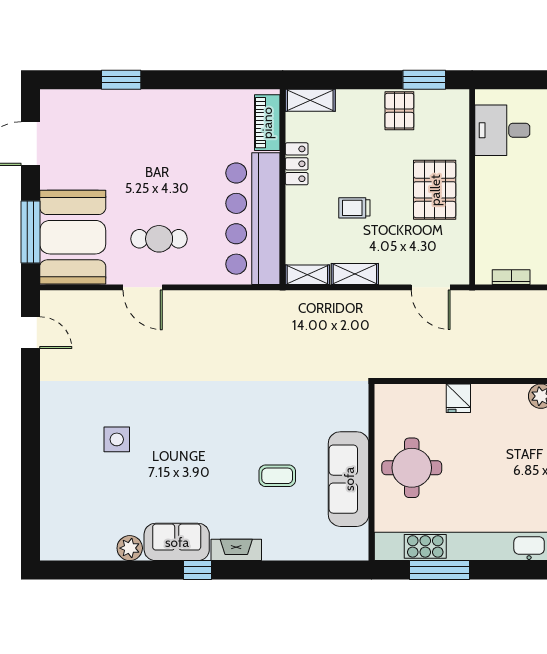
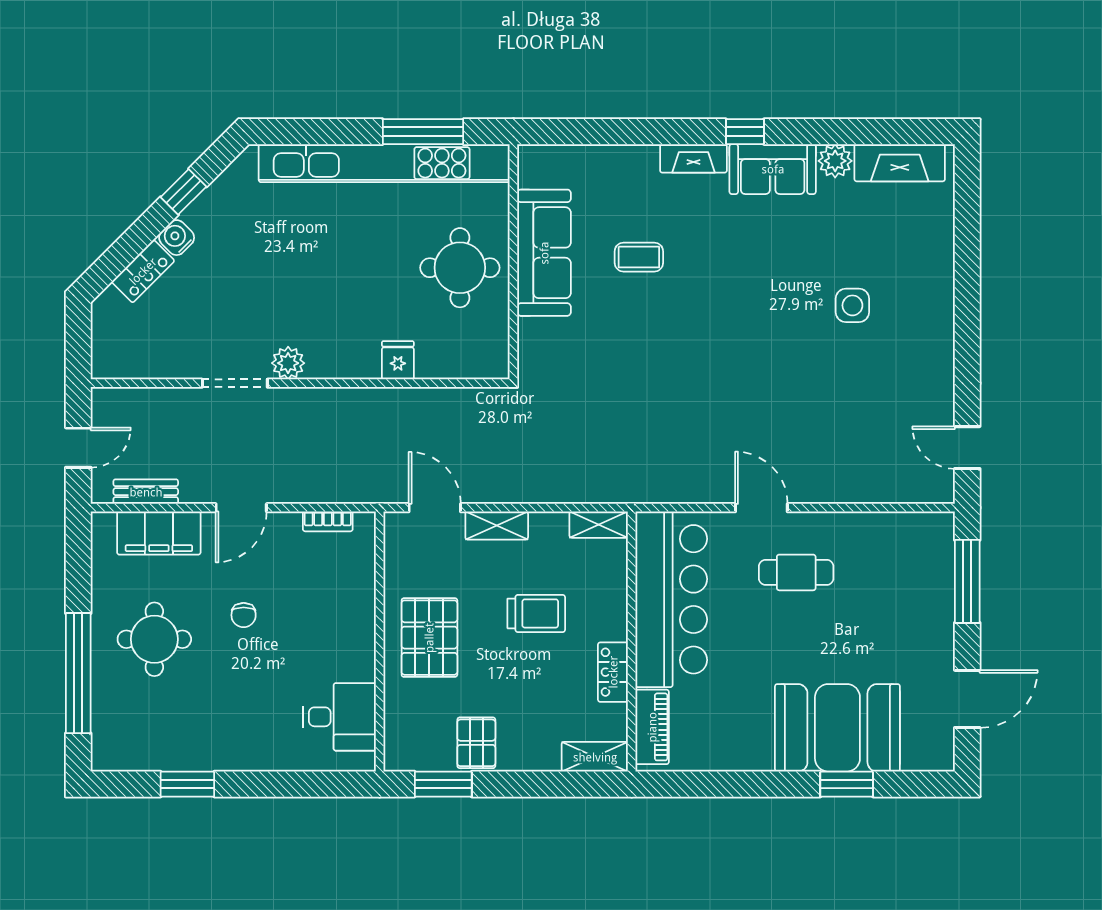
trolley: (354, 208) -> (536, 613), width x1.36, depth x1.39
booth: (73, 237) -> (837, 728), moved, turned 90
shelving: (355, 274) -> (497, 526), moved
door: (143, 287) -> (761, 508), moved
fireplace: (81, 547) -> (900, 163), added

